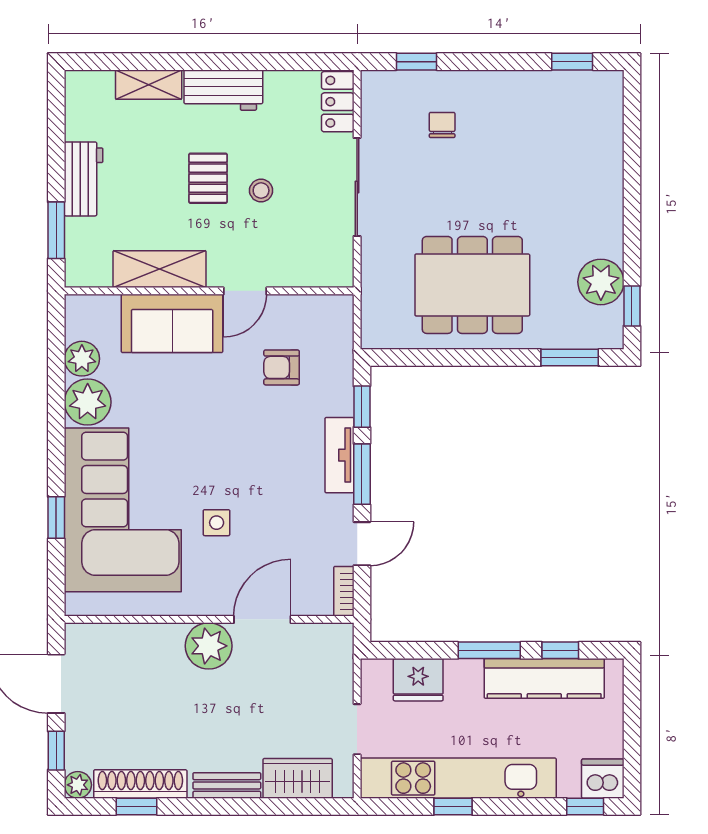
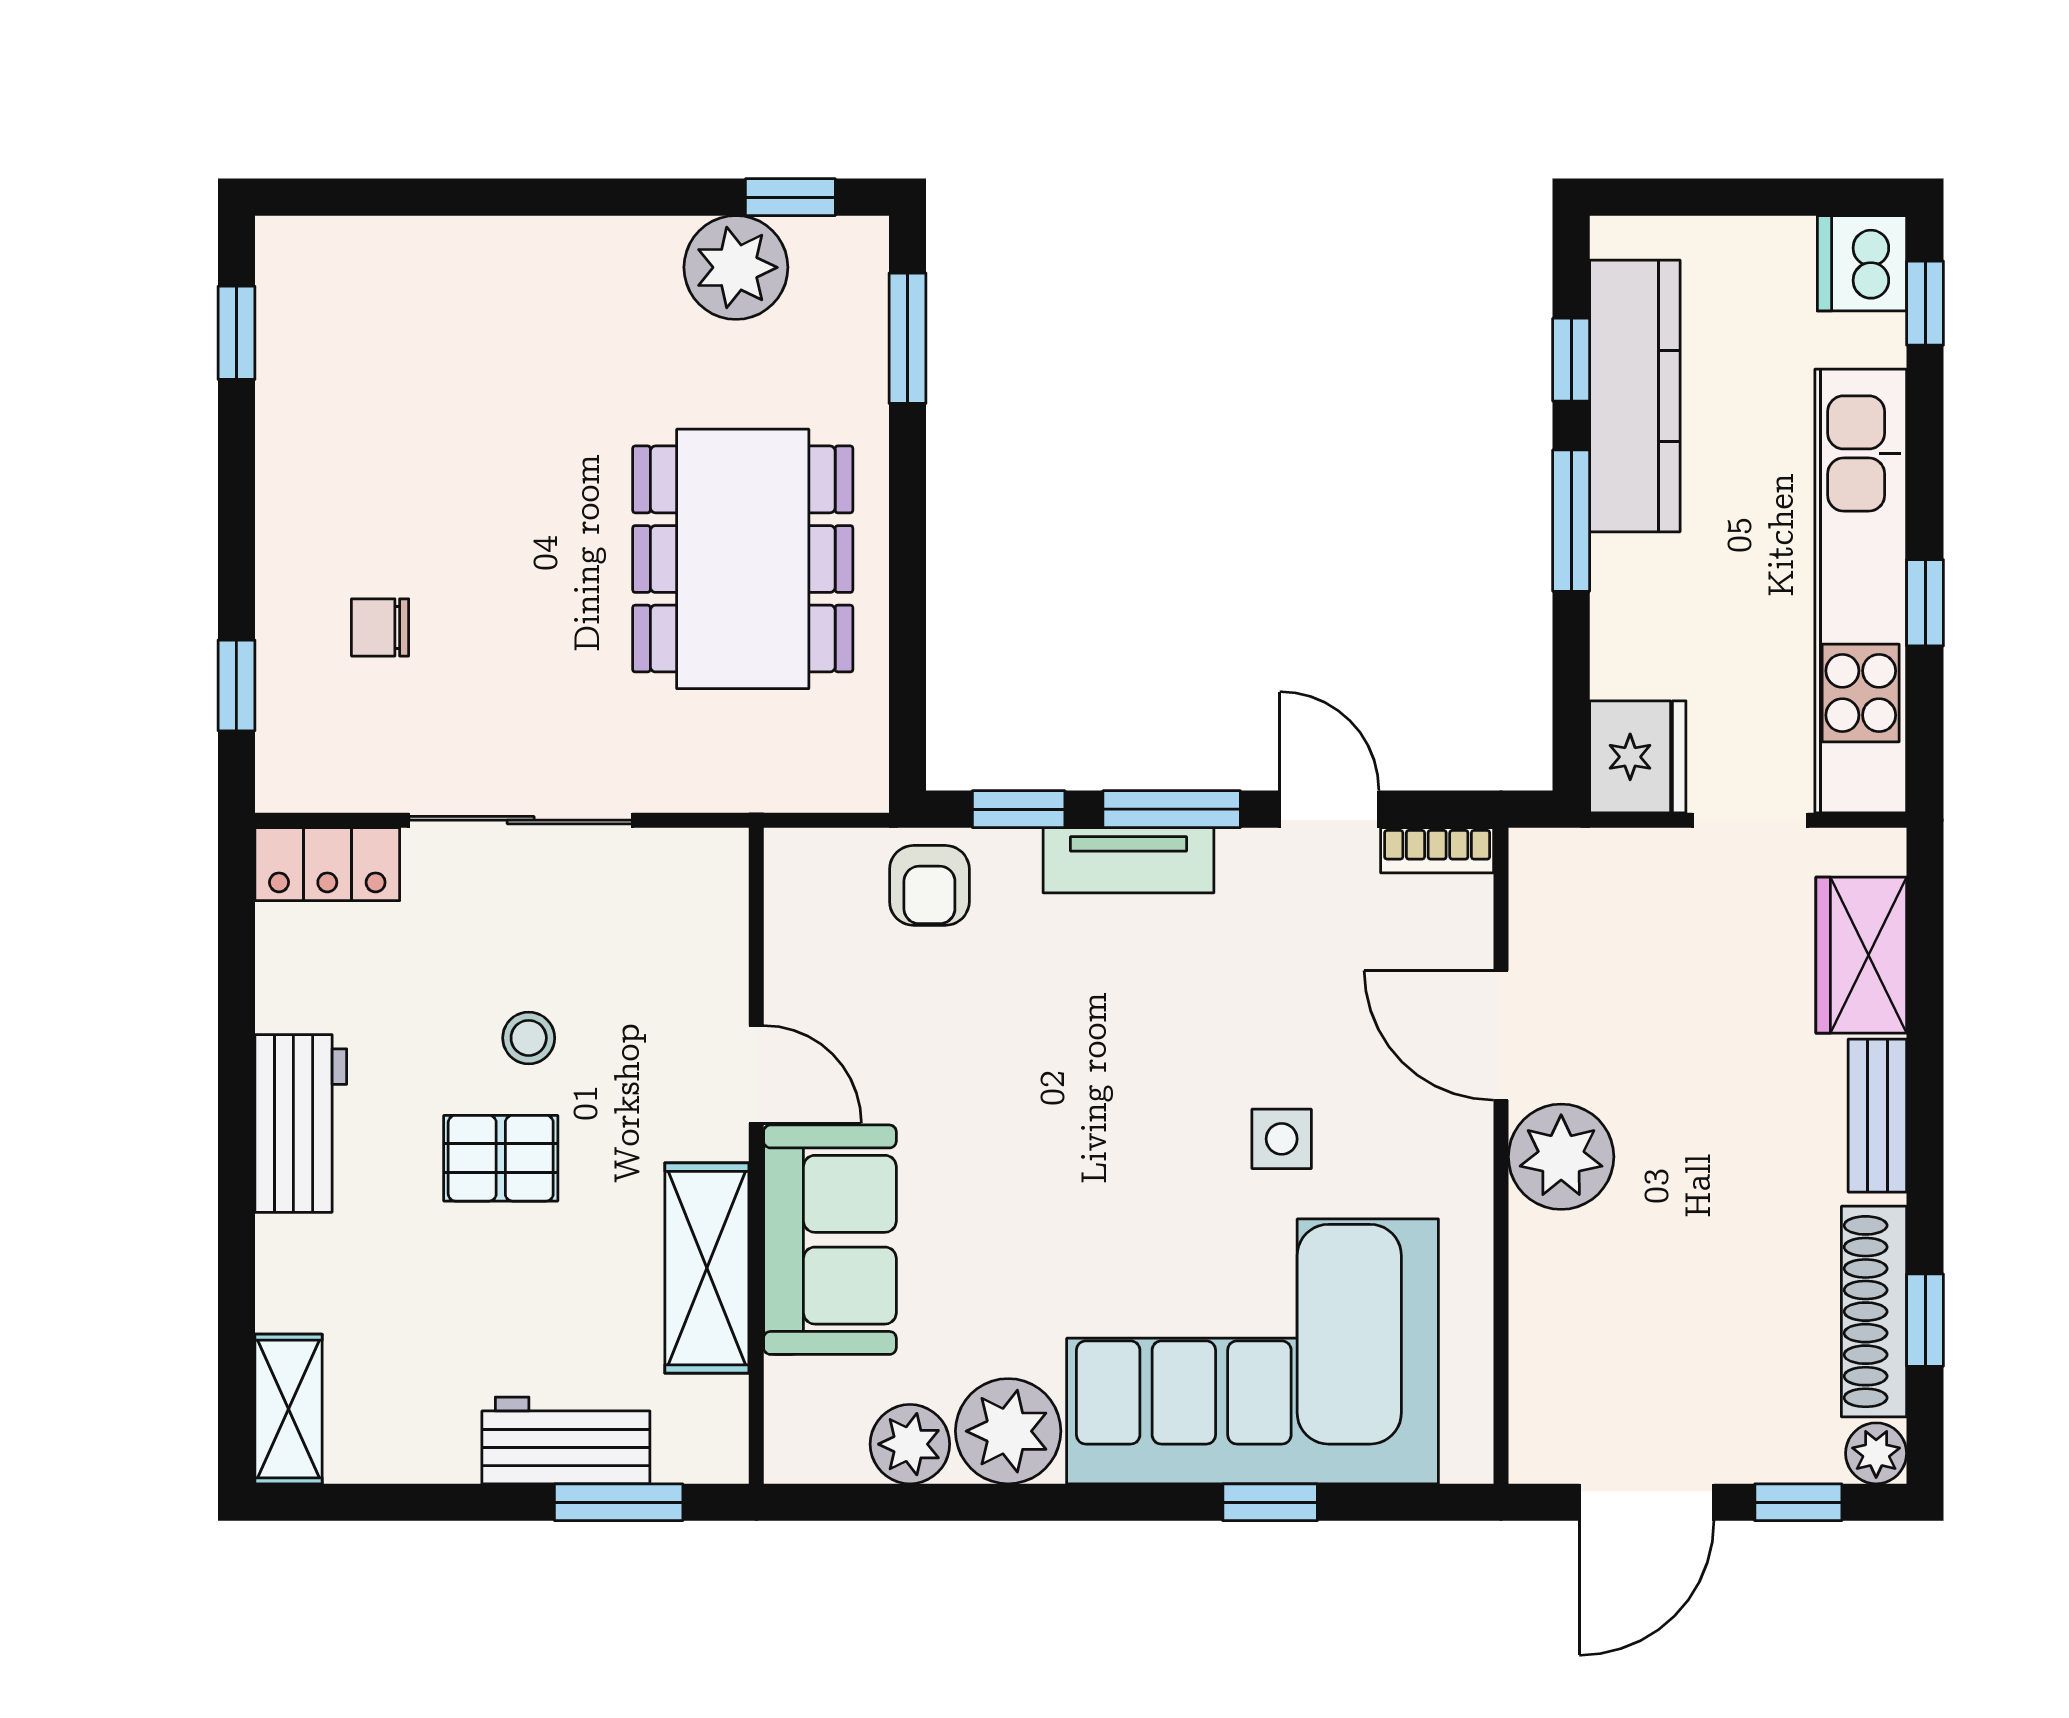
shelving: (149, 85) -> (289, 1409), moved
workbench: (84, 179) -> (566, 1440), moved
armchair: (282, 367) -> (929, 885), moved
fridge: (418, 680) -> (1638, 757), moved

